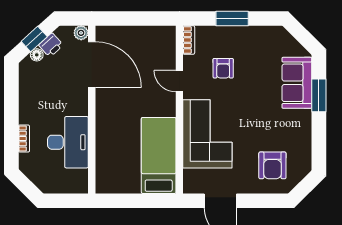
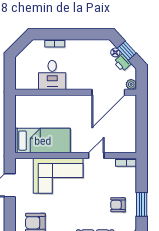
window: (232, 18) -> (142, 204), moved
armchair: (223, 68) -> (118, 205), moved
desk: (68, 142) -> (52, 75), width x0.73

